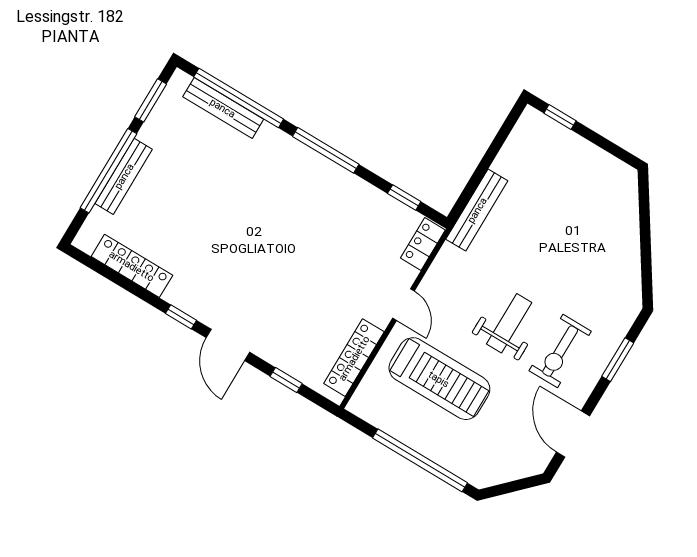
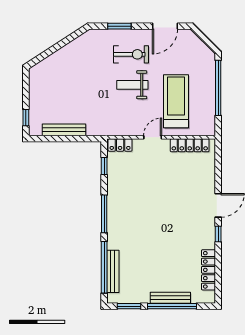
bench: (477, 210) -> (64, 130), moved
window: (286, 380) -> (218, 170), removed

